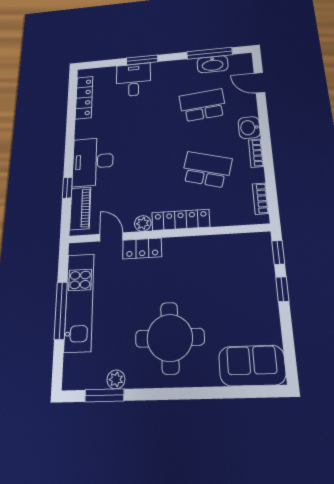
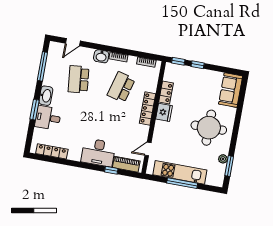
washbasin: (212, 64) -> (46, 96), moved
plant: (143, 223) -> (144, 130), removed
locker: (142, 248) -> (166, 92), moved
fridge: (180, 249) -> (164, 112), added

